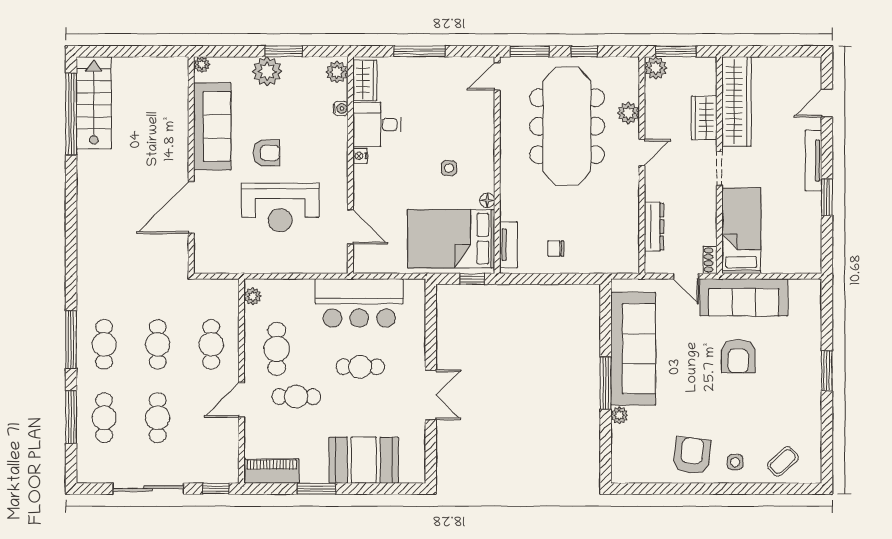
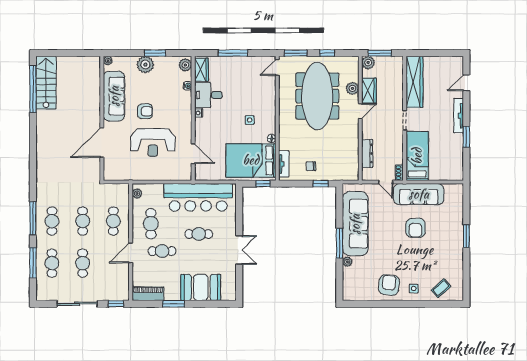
wardrobe: (704, 118) -> (369, 91), moved, turned 180
window: (573, 279) -> (321, 184), added
bar counter: (359, 303) -> (198, 197), width x1.36

